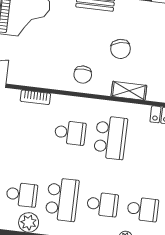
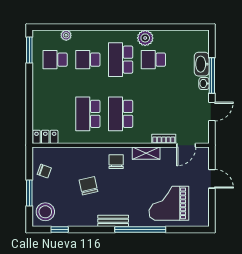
shelving: (129, 91) -> (146, 153), moved
bookcase: (35, 97) -> (164, 139), moved
school desk: (70, 133) -> (121, 114), width x1.85

